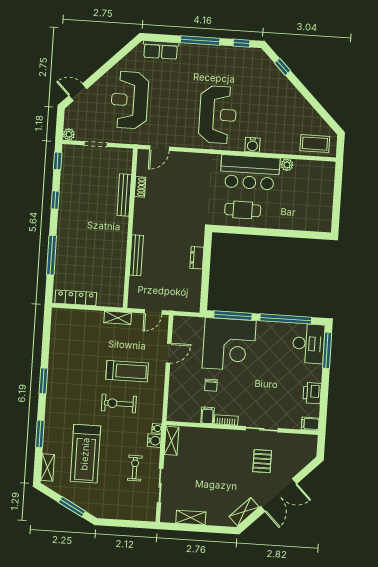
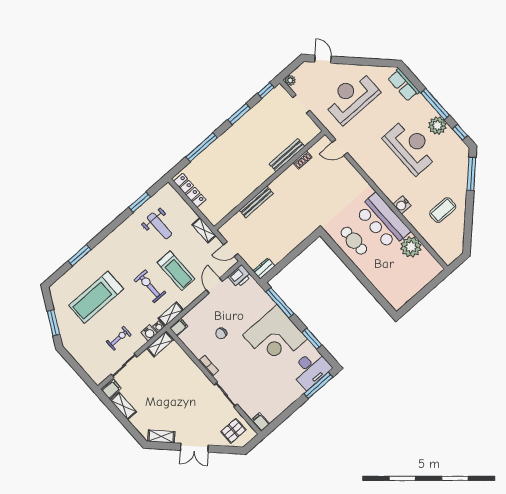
plant: (219, 55) -> (437, 126), added
window: (282, 67) -> (471, 174), width x2.17
reception desk: (218, 115) -> (411, 147), moved, turned -90
coffee table: (315, 144) -> (443, 210), moved, turned 90
plant: (287, 165) -> (411, 247), width x1.88, depth x1.88
window: (55, 200) -> (239, 114), width x1.50
dresser: (197, 258) -> (264, 268), moved
window: (286, 319) -> (312, 339), width x0.47
corner desk: (229, 344) -> (275, 337), moved
weight bench: (80, 349) -> (160, 226), added
door: (169, 353) -> (214, 286), swing flipped
window: (43, 381) -> (140, 202), moved
printer: (312, 393) -> (240, 276), moved, turned 180
filing cabinet: (208, 415) -> (179, 327), moved
pallet: (262, 461) -> (233, 431), moved
shelving: (47, 467) -> (171, 314), moved
double door: (279, 495) -> (194, 448), width x0.73
filing cabinet: (169, 514) -> (111, 389), added

